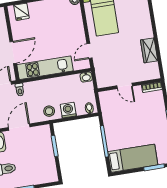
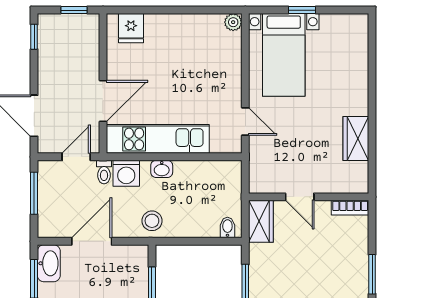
door: (90, 51) -> (245, 121), swing flipped
washbasin: (86, 77) -> (162, 169), moved
wardrobe: (106, 102) -> (261, 221), added
washing machine: (68, 110) -> (126, 173), moved, turned 180

